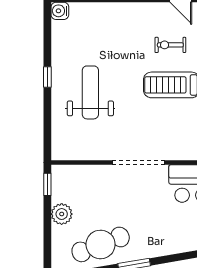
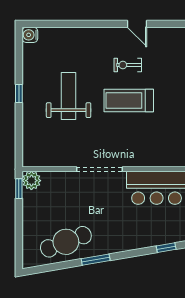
weight bench: (90, 92) -> (69, 96), moved
plant: (62, 214) -> (31, 181), moved

